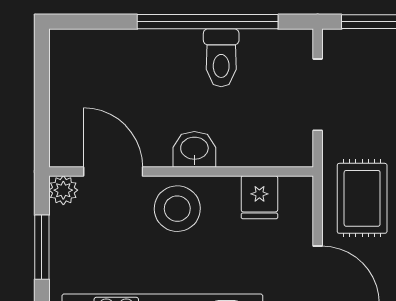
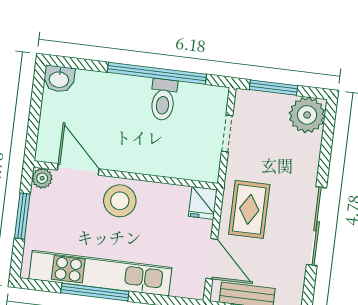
doorway: (318, 95) -> (227, 134), width x0.73
washbasin: (194, 149) -> (59, 79), moved, turned 180
fridge: (259, 197) -> (203, 203), moved

